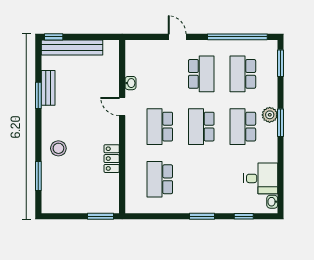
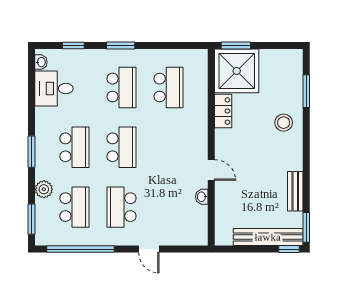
window: (38, 95) -> (306, 227), moved
plant: (270, 115) -> (44, 189), moved
school desk: (160, 127) -> (121, 88), moved
shower: (100, 194) -> (237, 71), added

